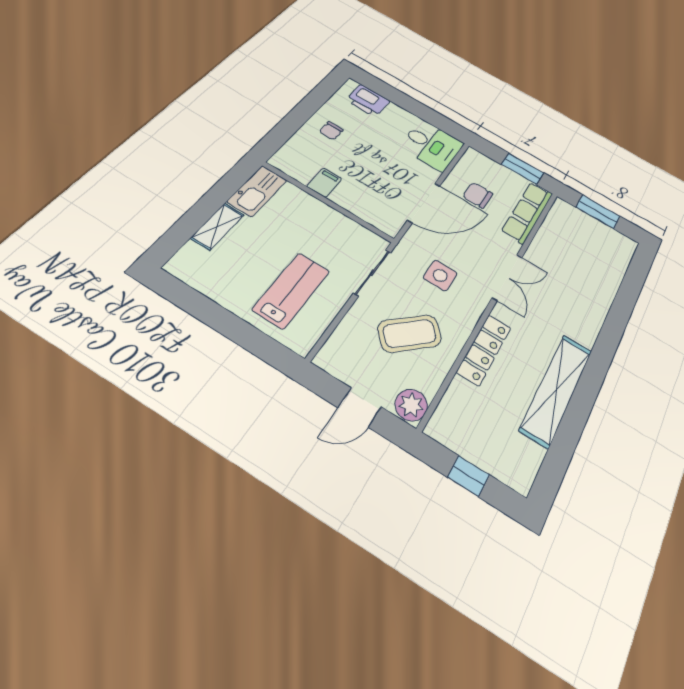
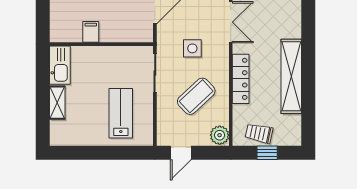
door: (360, 407) -> (181, 153), moved
trolley: (471, 439) -> (259, 133), added

